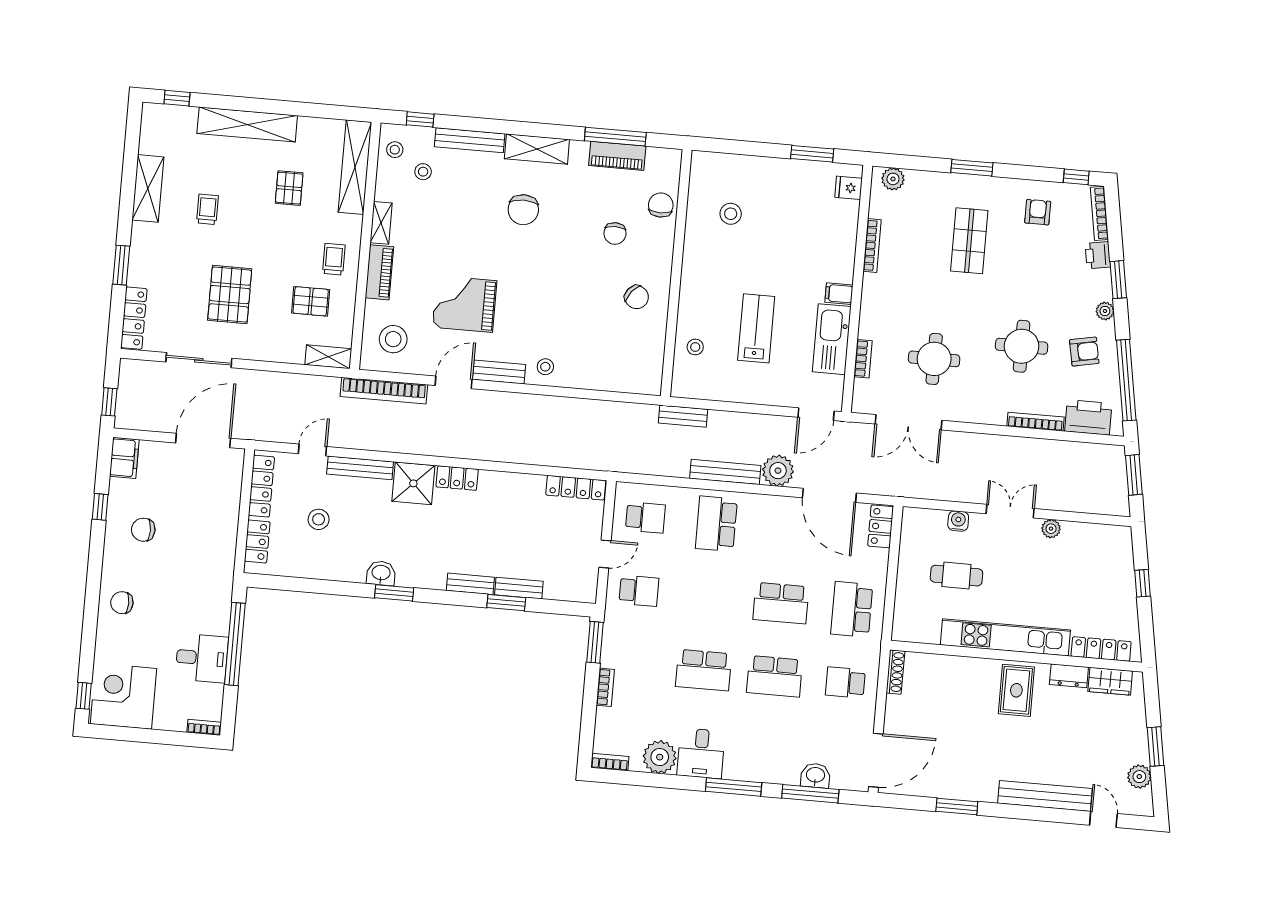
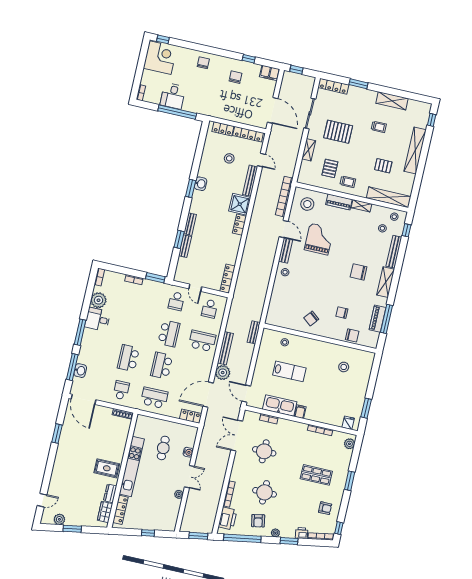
shelving: (328, 357) -> (309, 150), moved
school desk: (704, 670) -> (169, 333), moved, turned 180
bench: (1045, 796) -> (56, 475), removed

